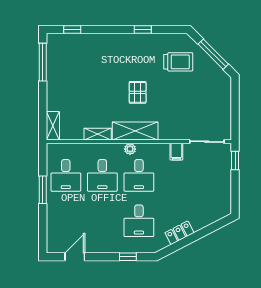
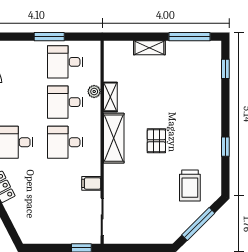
pallet: (138, 92) -> (156, 141), turned 90
shelving: (53, 126) -> (149, 48), moved
plant: (130, 149) -> (94, 92), moved

